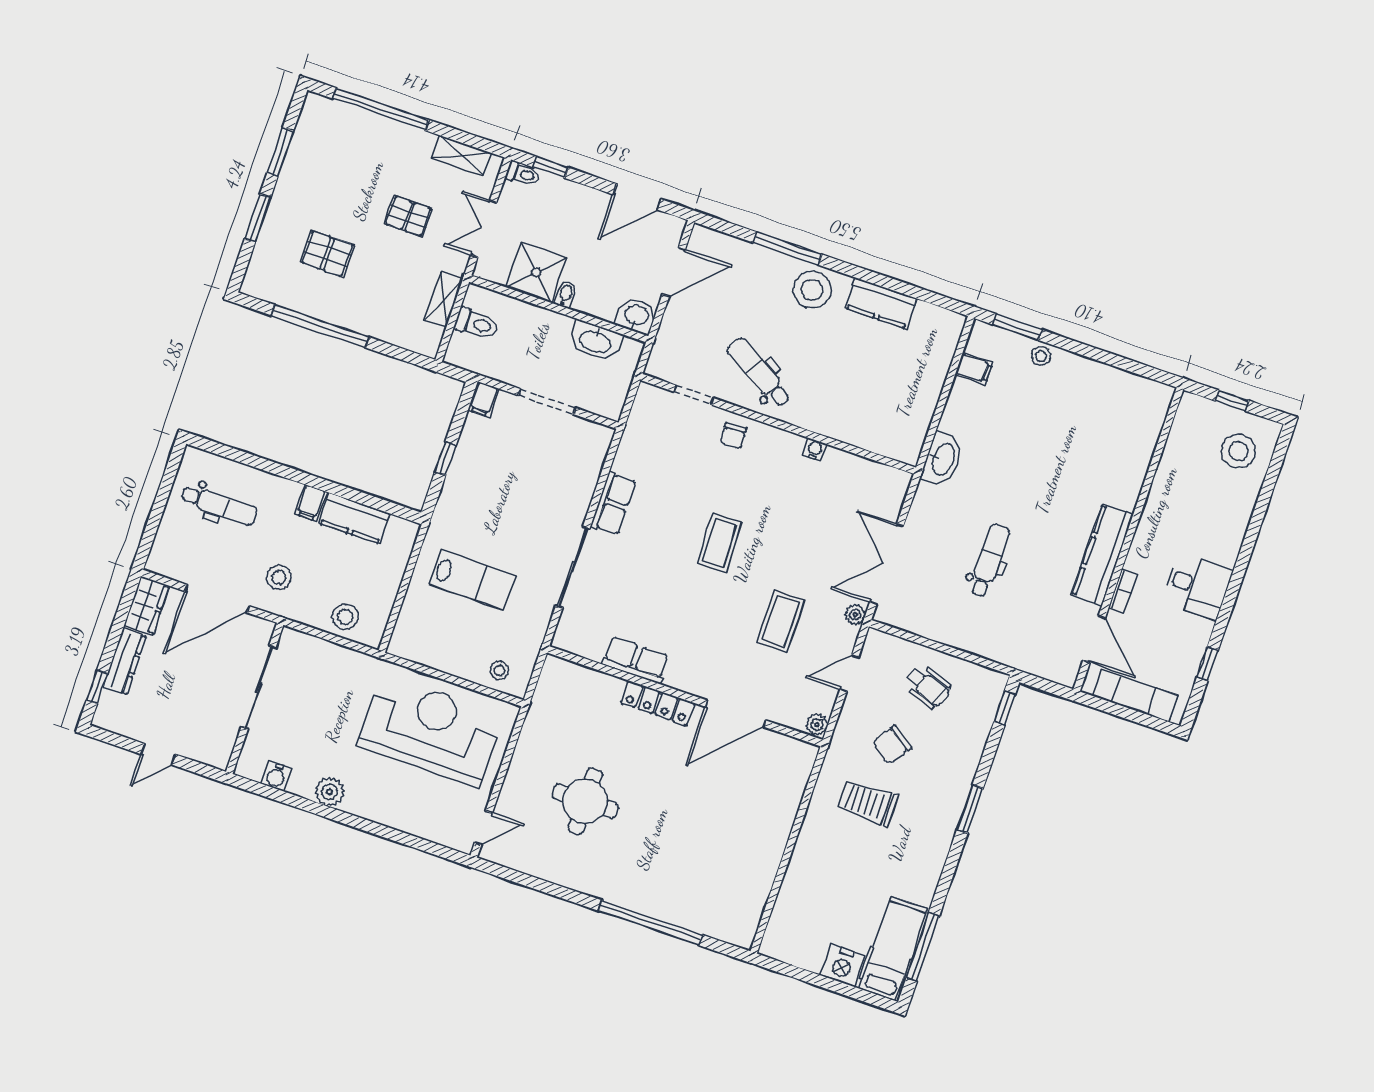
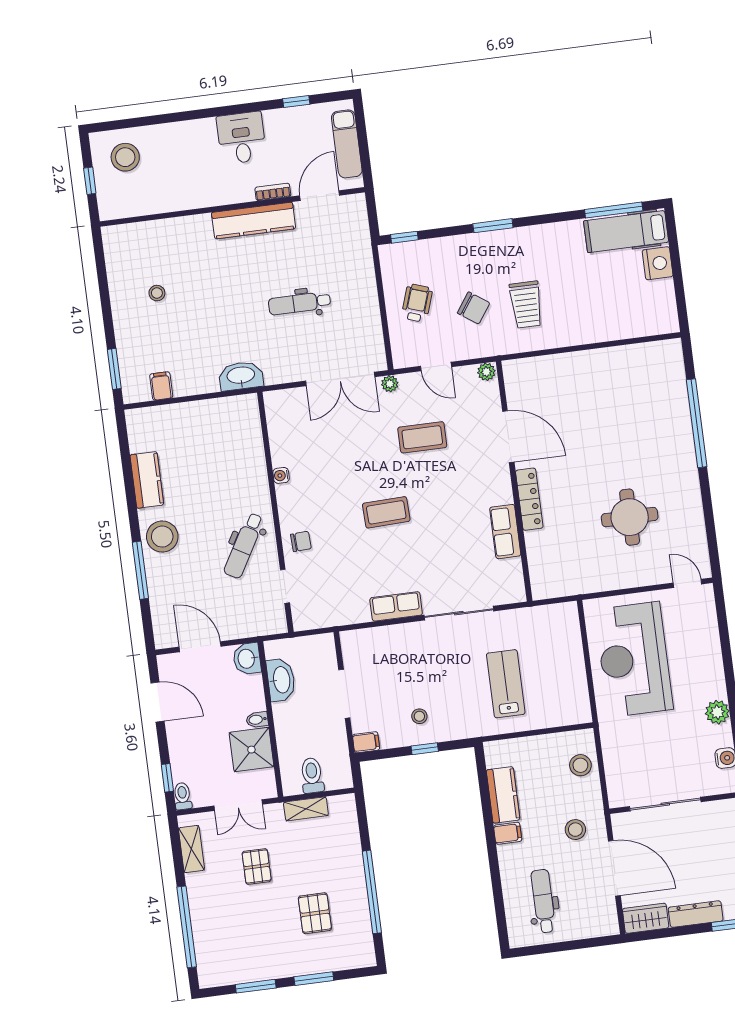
stool: (1041, 356) -> (157, 293), moved
stool: (499, 670) -> (419, 716), moved

